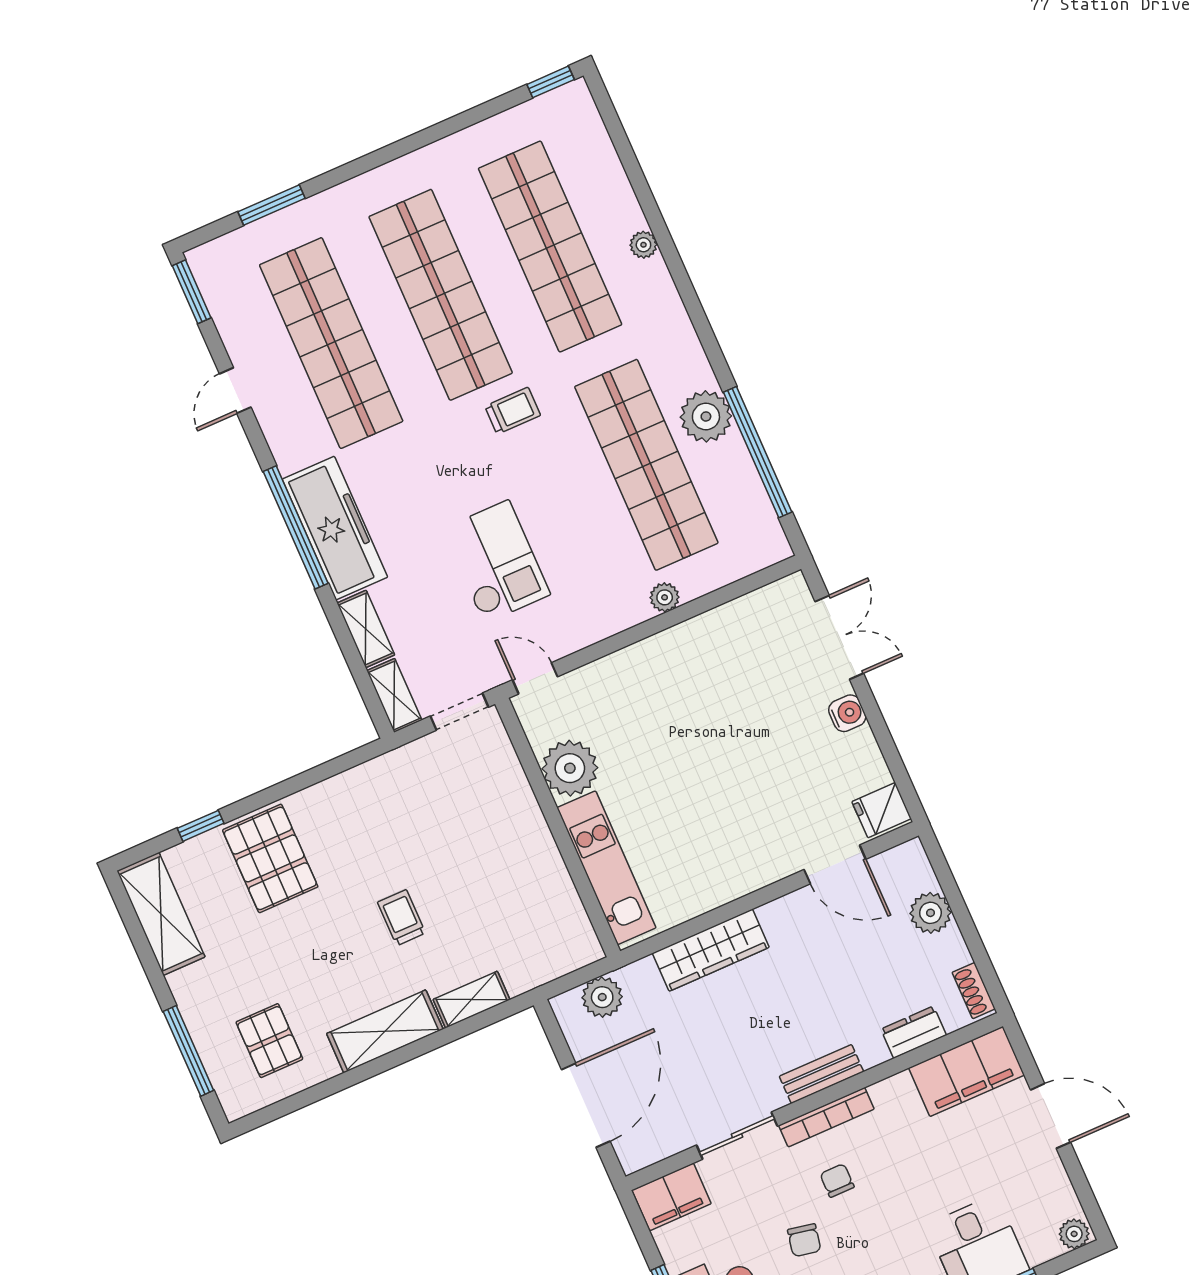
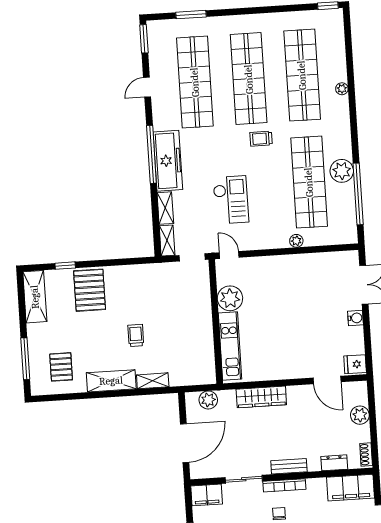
trolley: (513, 411) -> (261, 139), turned 180

